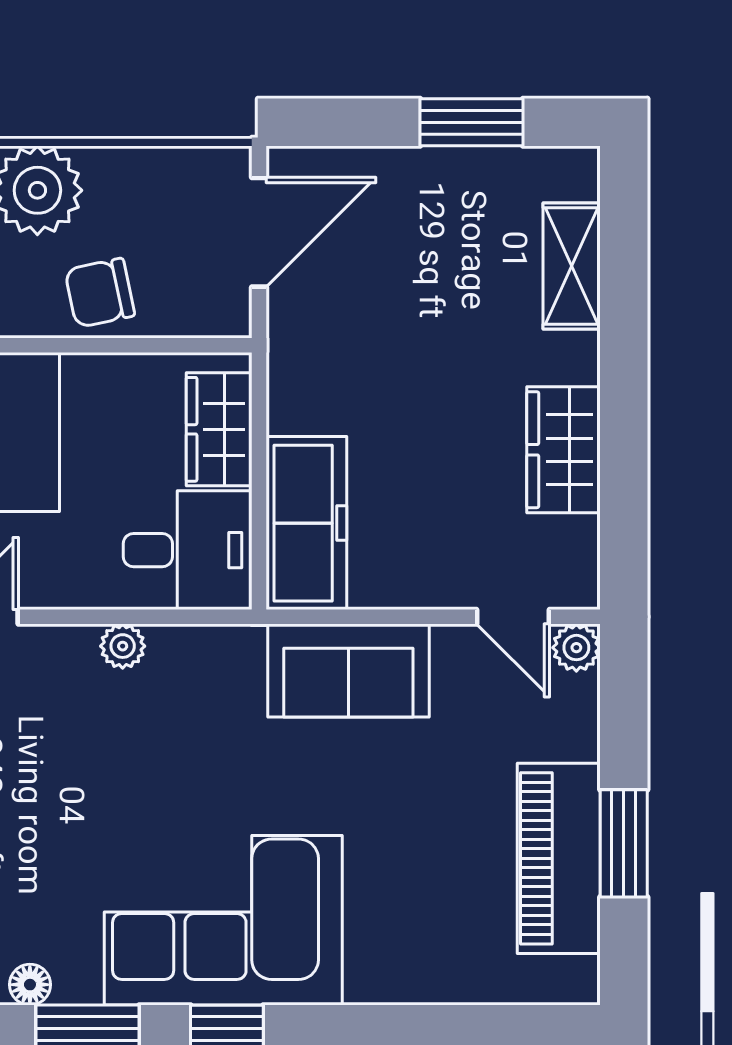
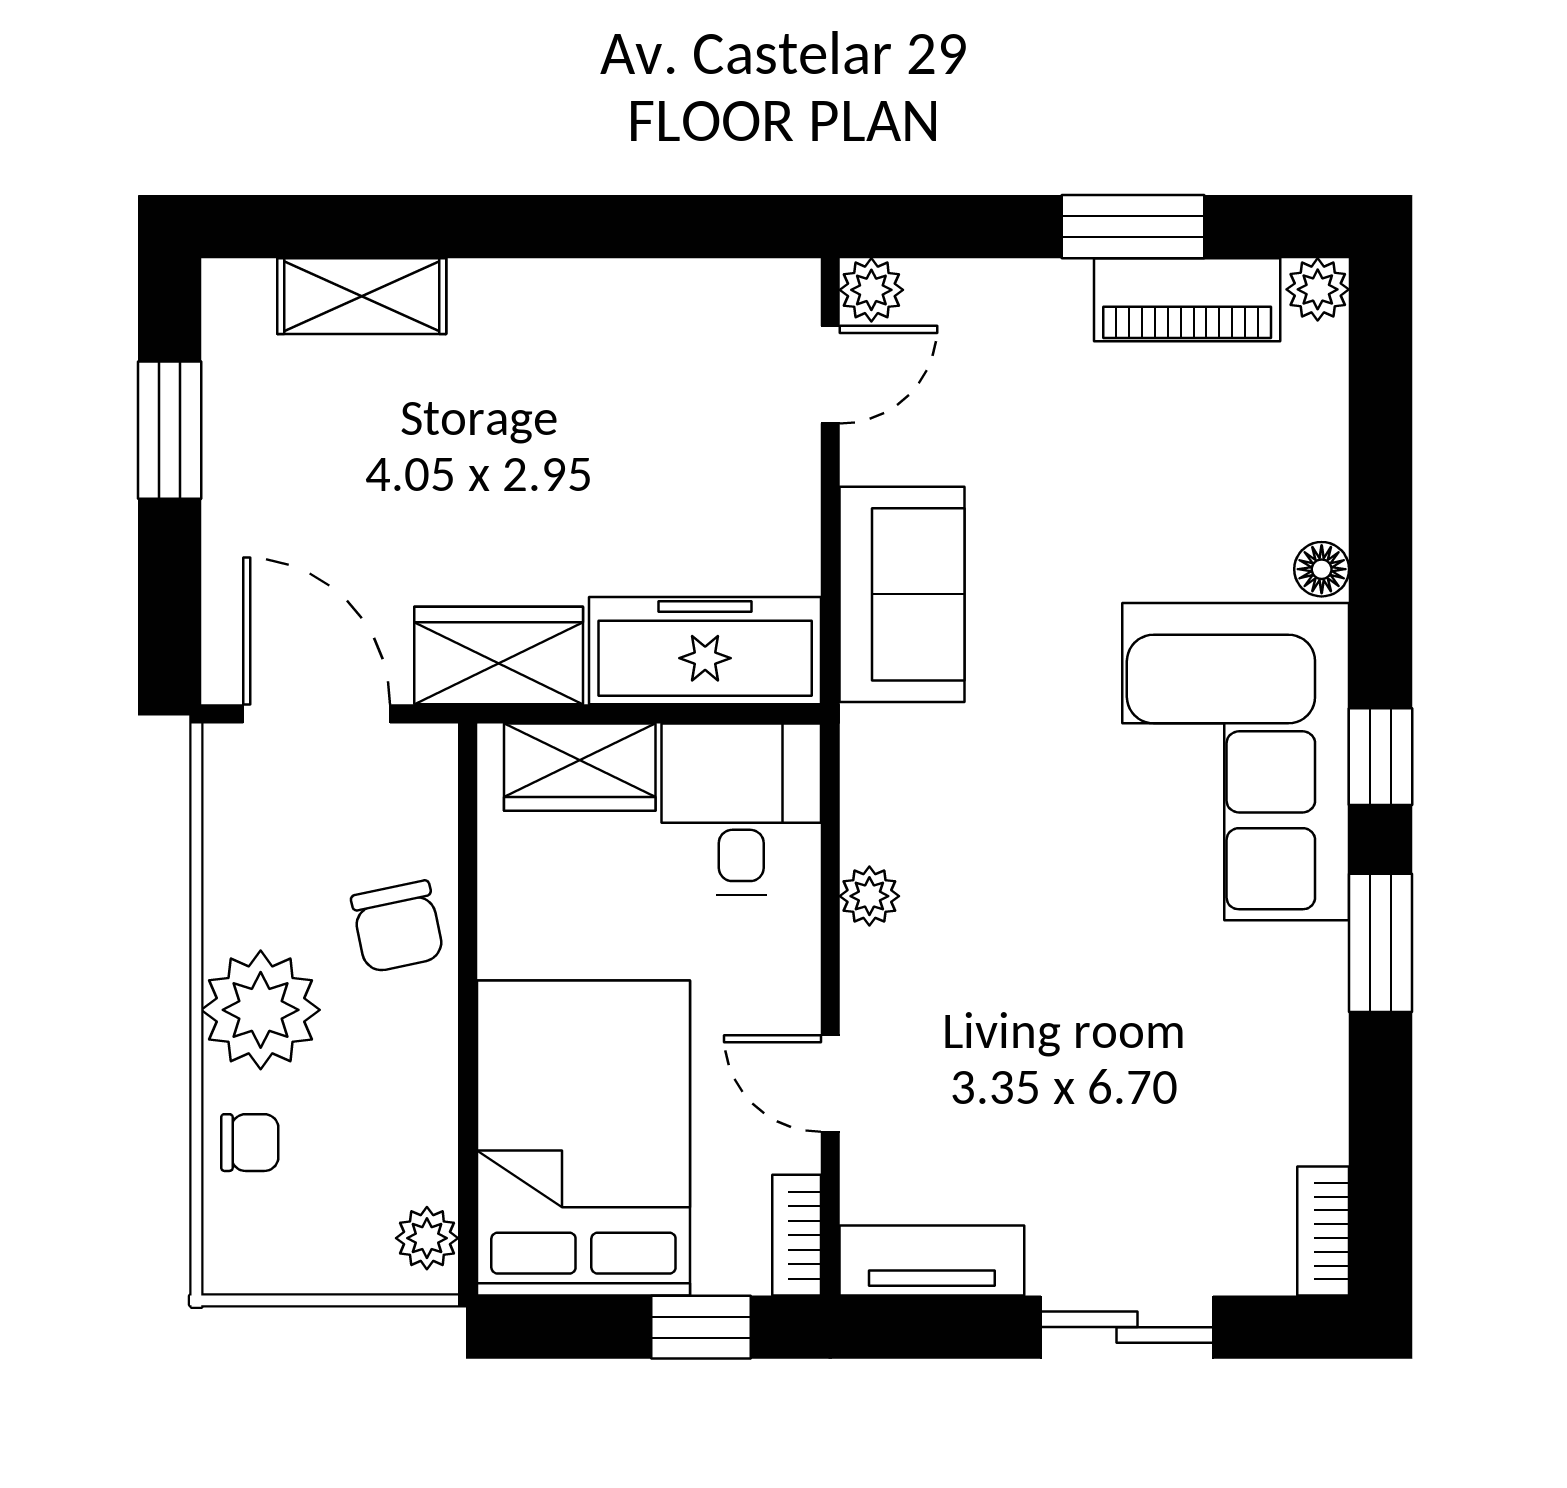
wardrobe: (563, 450) -> (499, 656), moved, turned 180
piano: (559, 858) -> (1187, 300), width x0.73, depth x0.75
plant: (577, 982) -> (1318, 289), added
floor lamp: (30, 985) -> (1322, 569), moved

